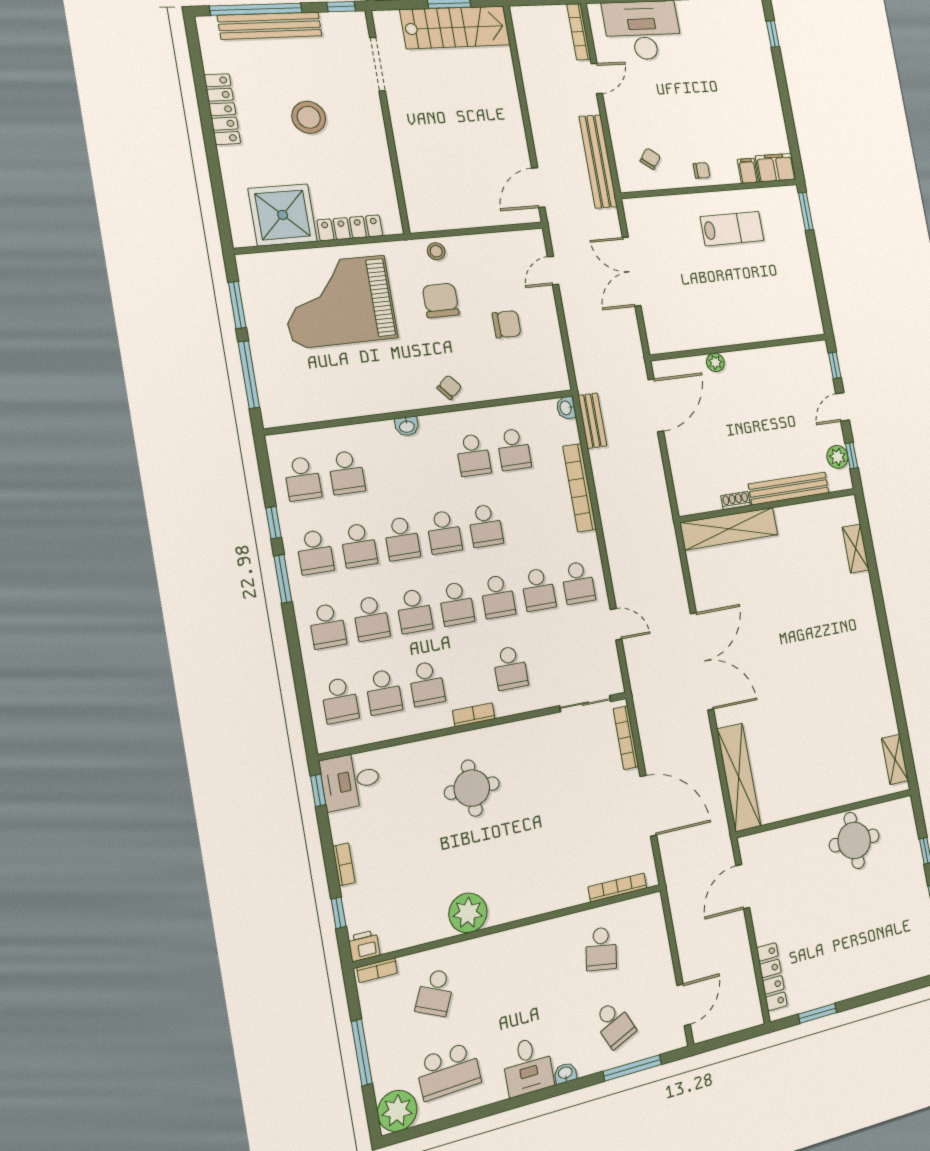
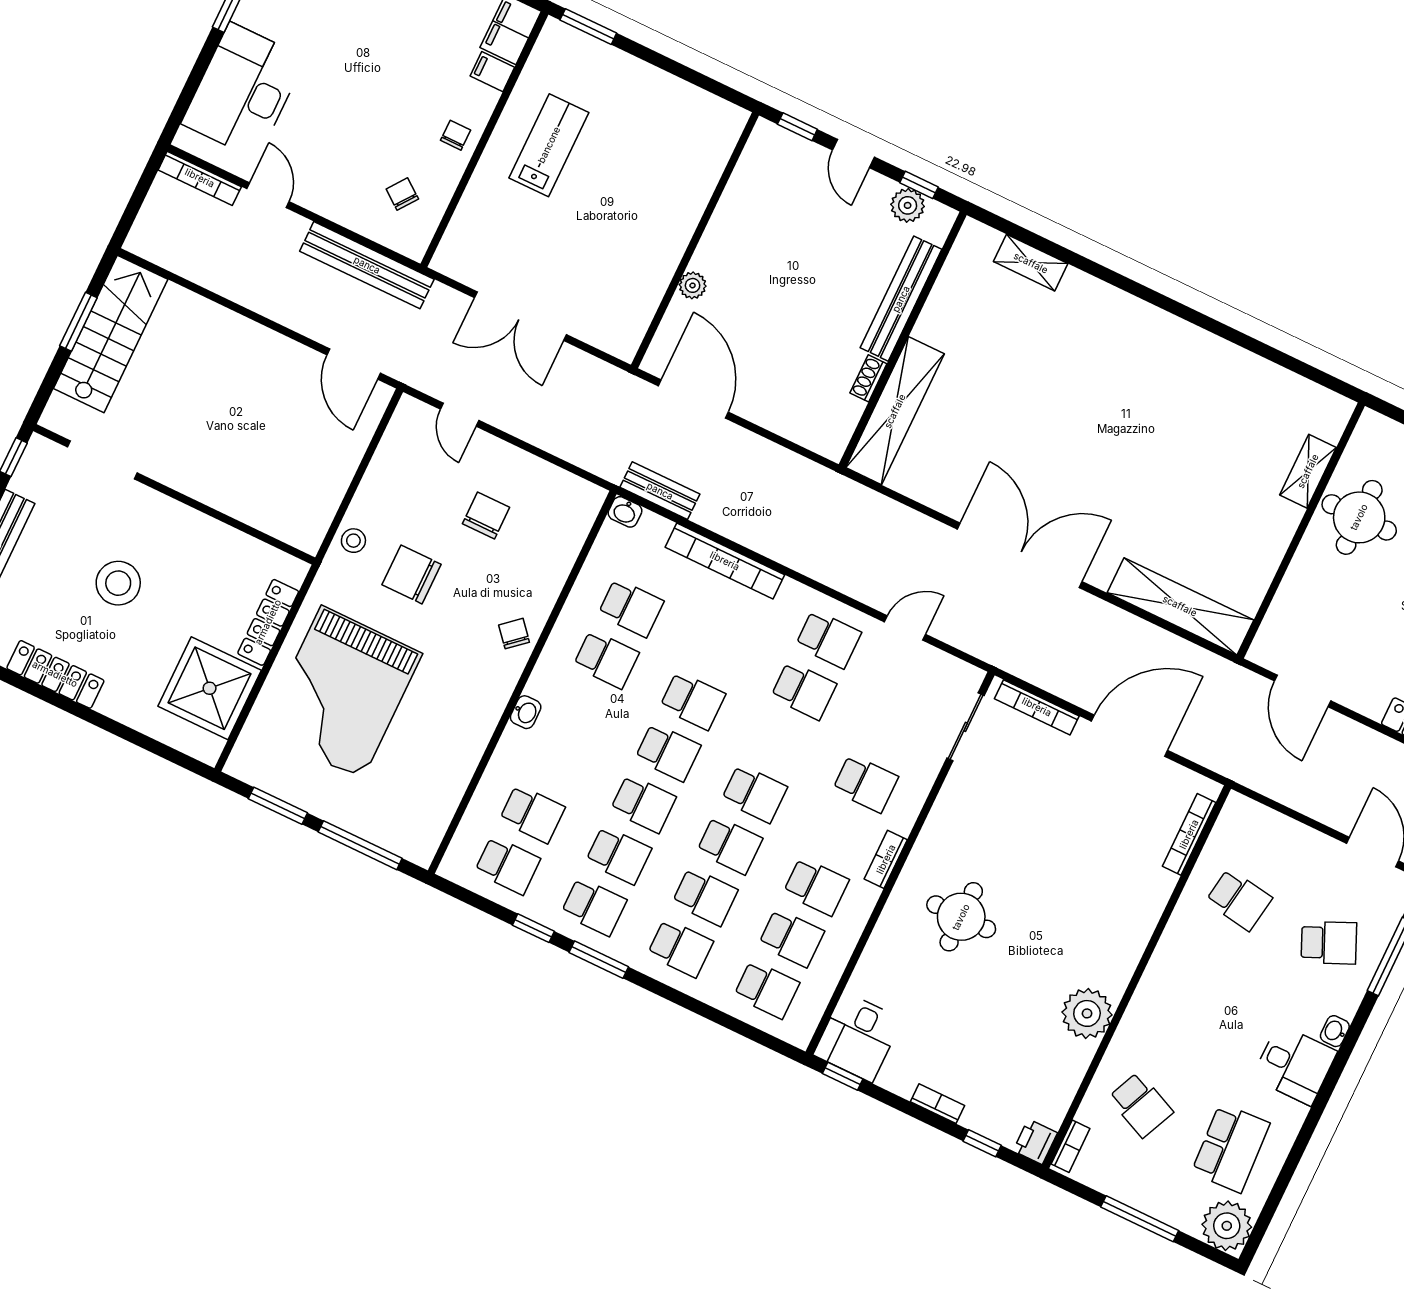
school desk: (498, 597) -> (779, 742), removed
shelving: (895, 759) -> (1308, 471), moved, turned 90

